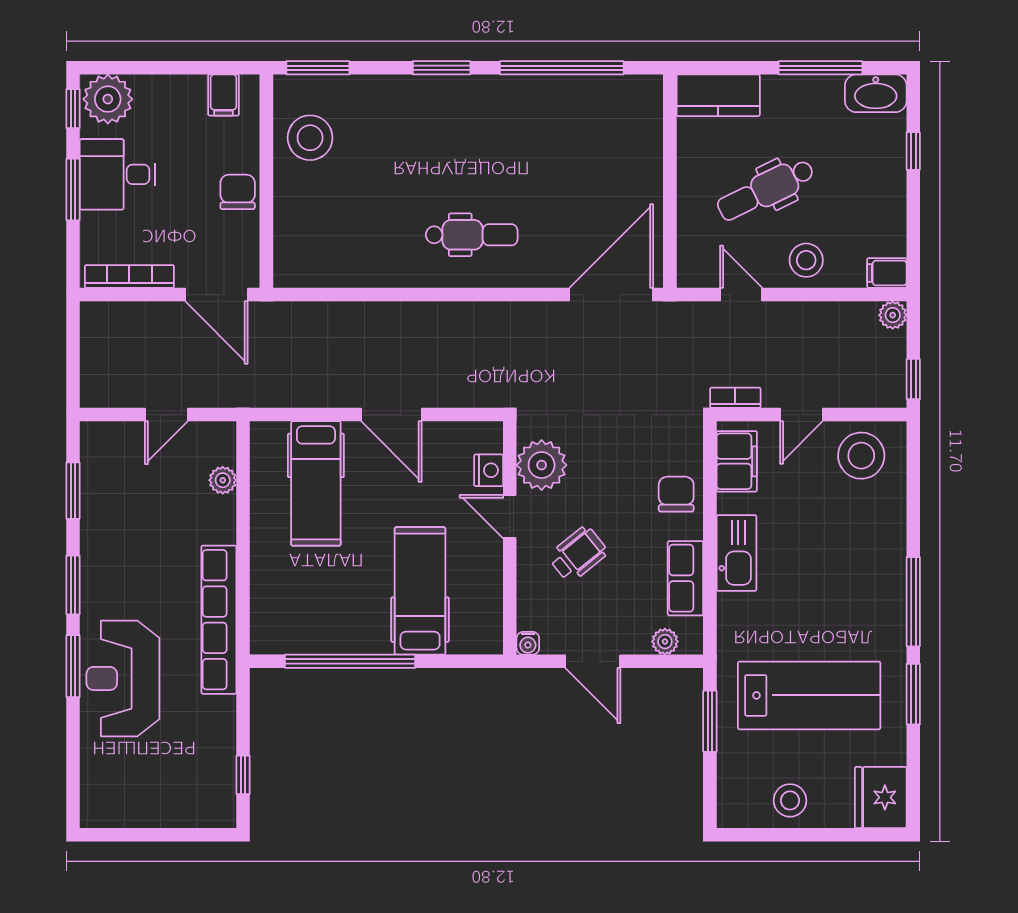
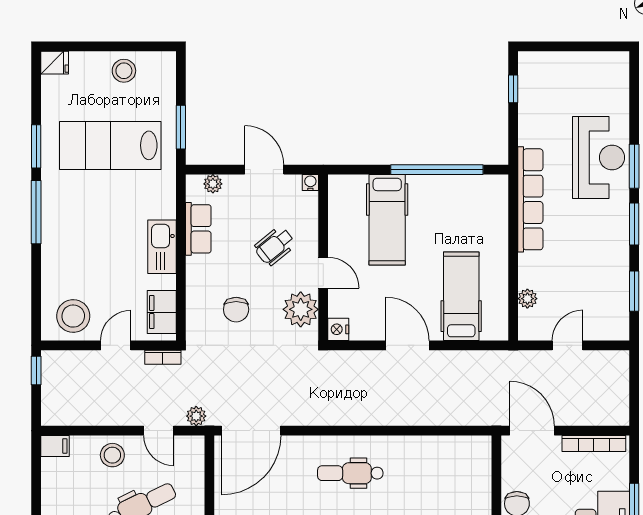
plant: (893, 315) -> (196, 416), moved
nightstand: (489, 470) -> (338, 329), moved
chair: (676, 494) -> (236, 310), moved
fridge: (881, 797) -> (55, 63), width x0.53, depth x0.75

